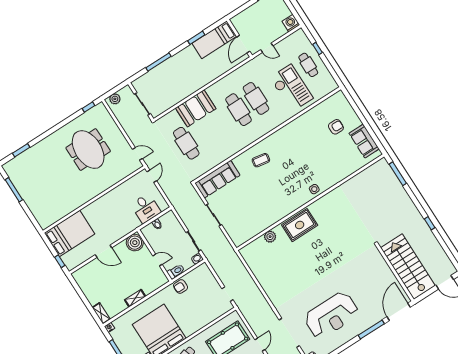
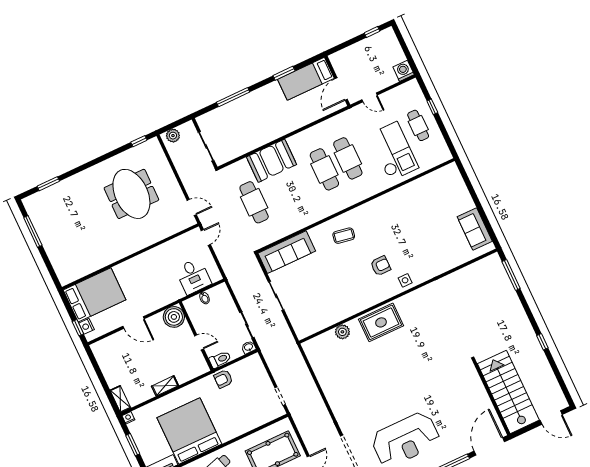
armchair: (336, 127) -> (381, 266), moved
nightstand: (66, 259) -> (86, 326), added

